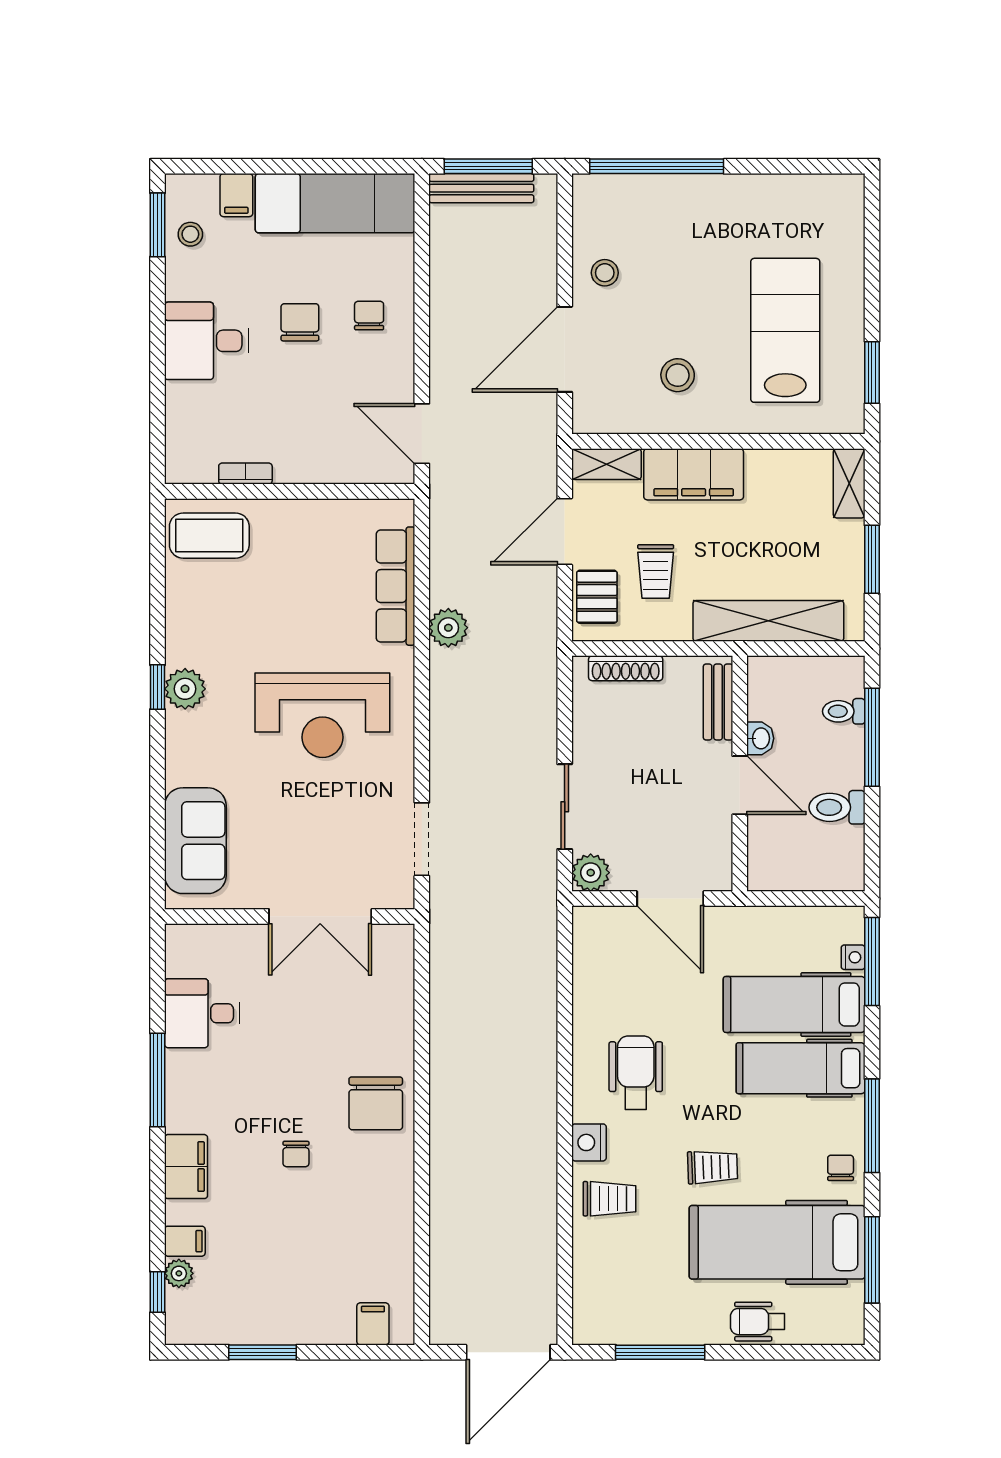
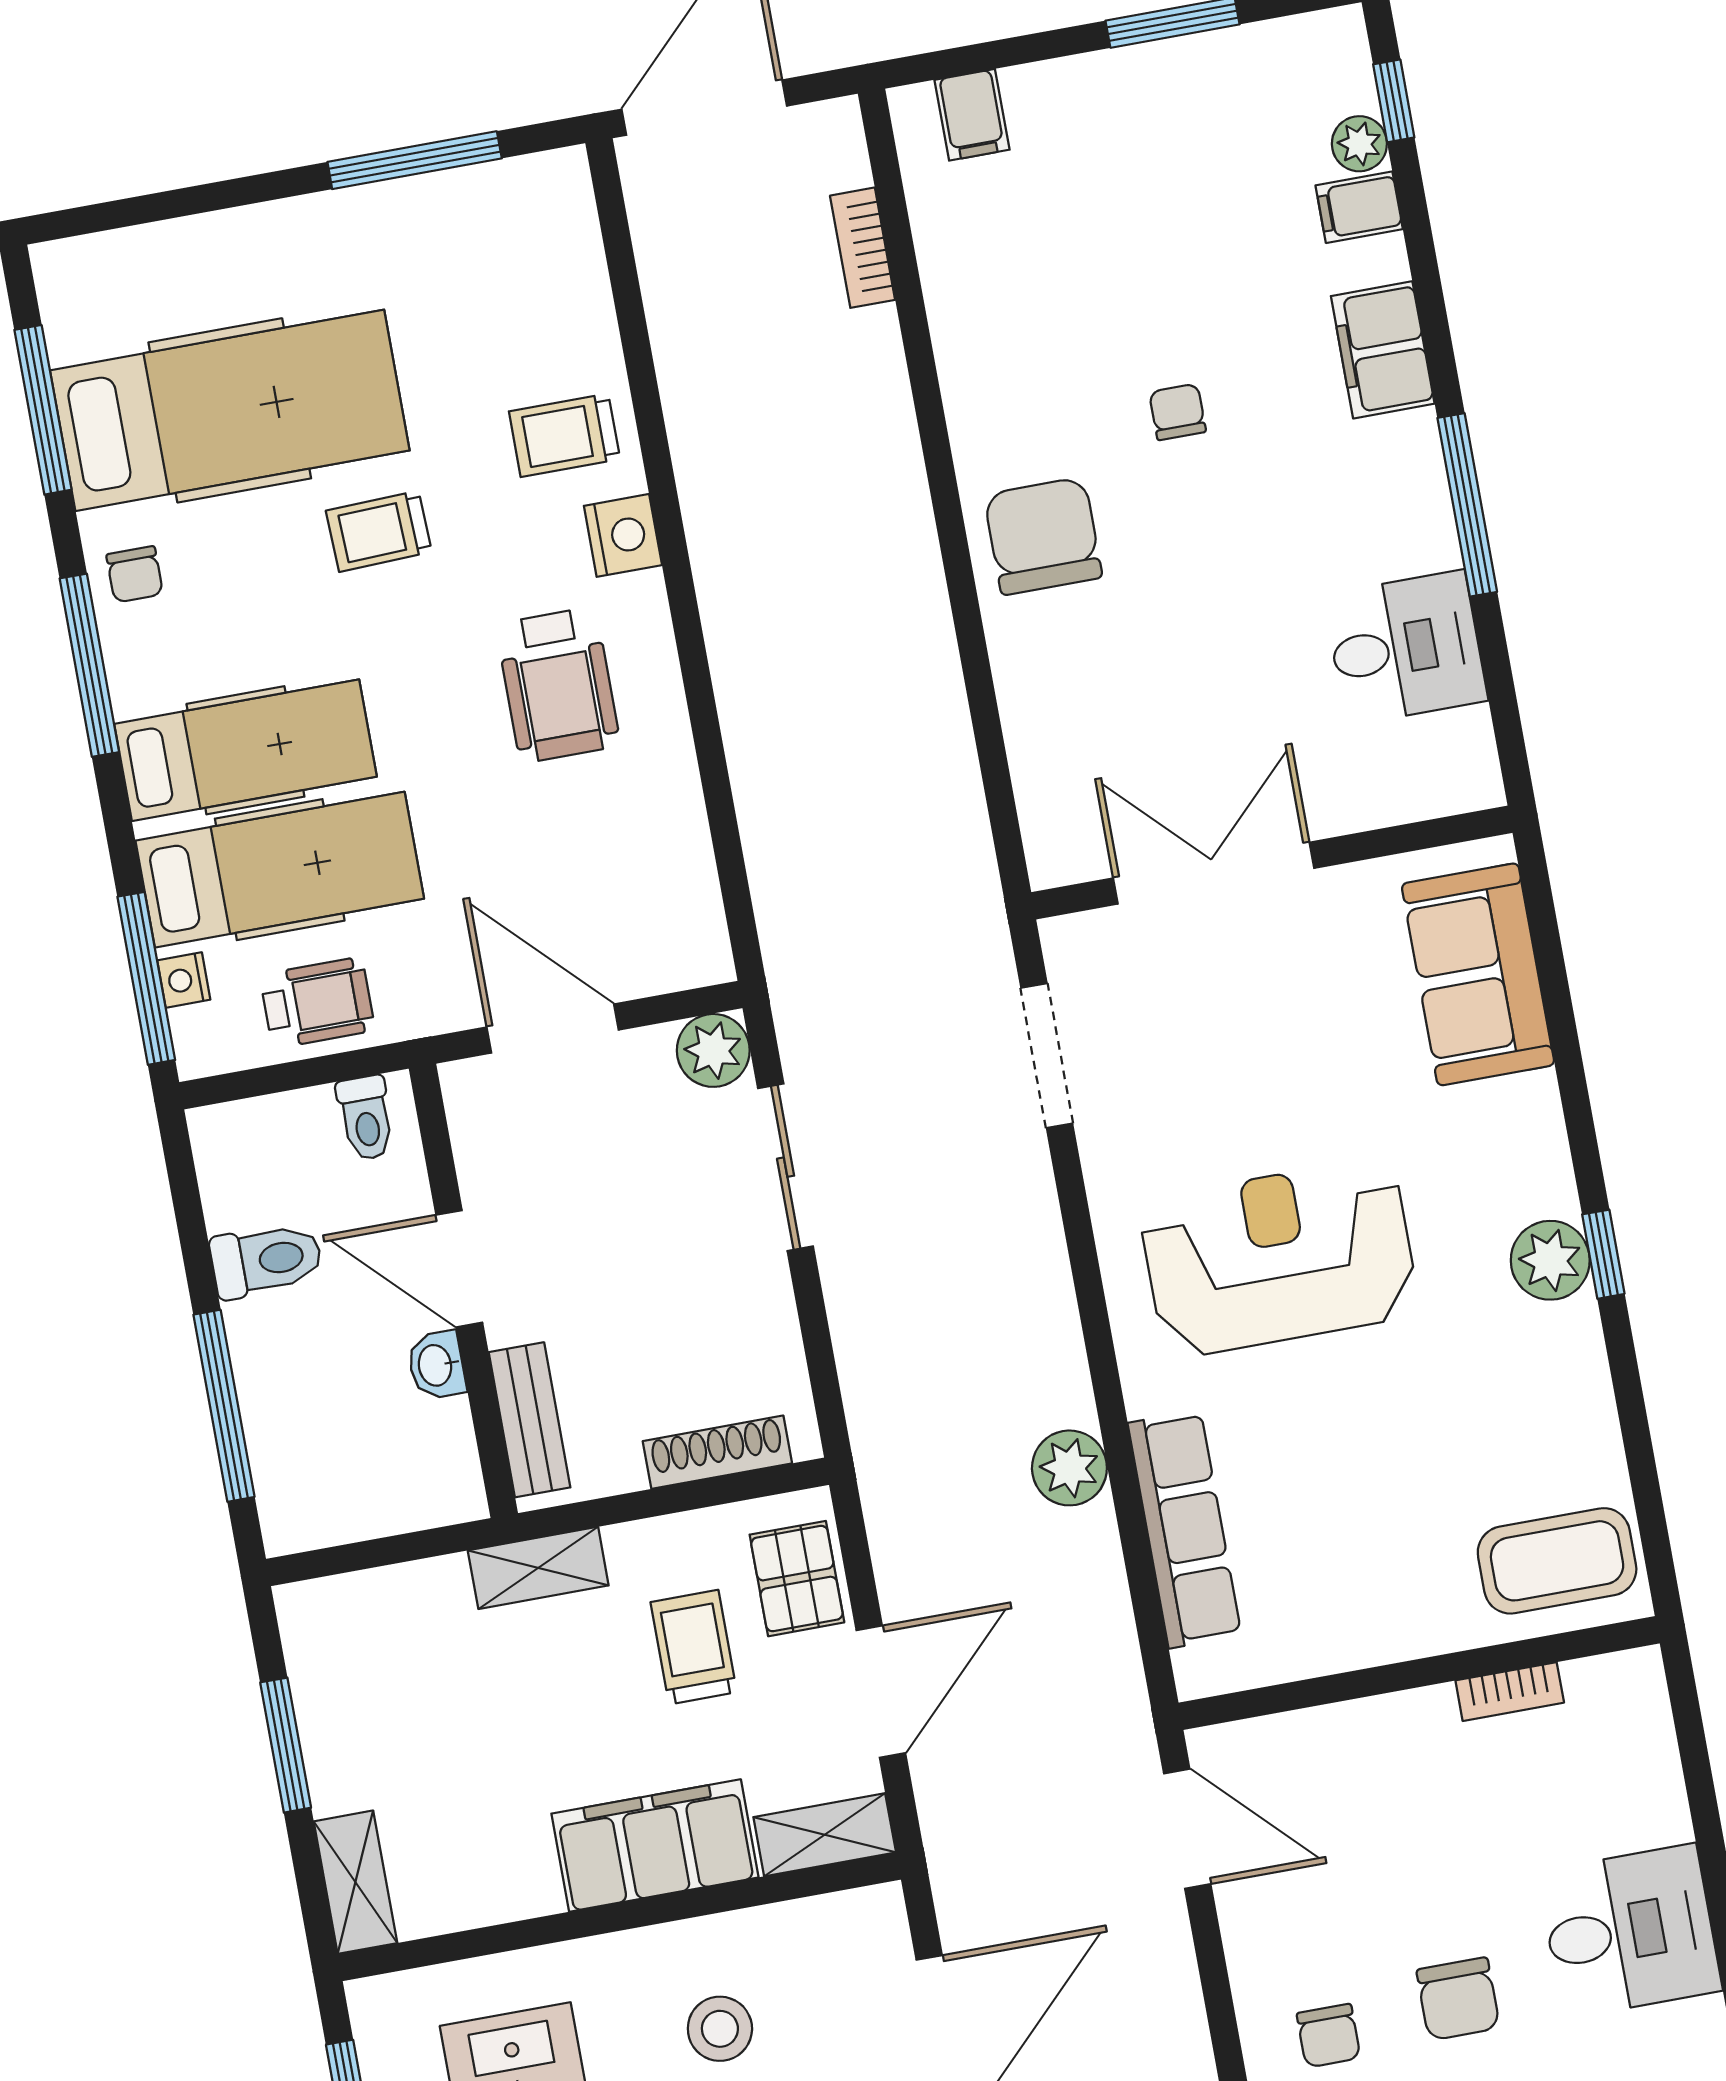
shelving: (768, 621) -> (538, 1568), width x0.45, depth x0.75
toilet: (844, 711) -> (366, 1118), moved, turned 90
bookcase: (441, 1266) -> (863, 248), added
wheelchair: (758, 1322) -> (317, 1003), moved

